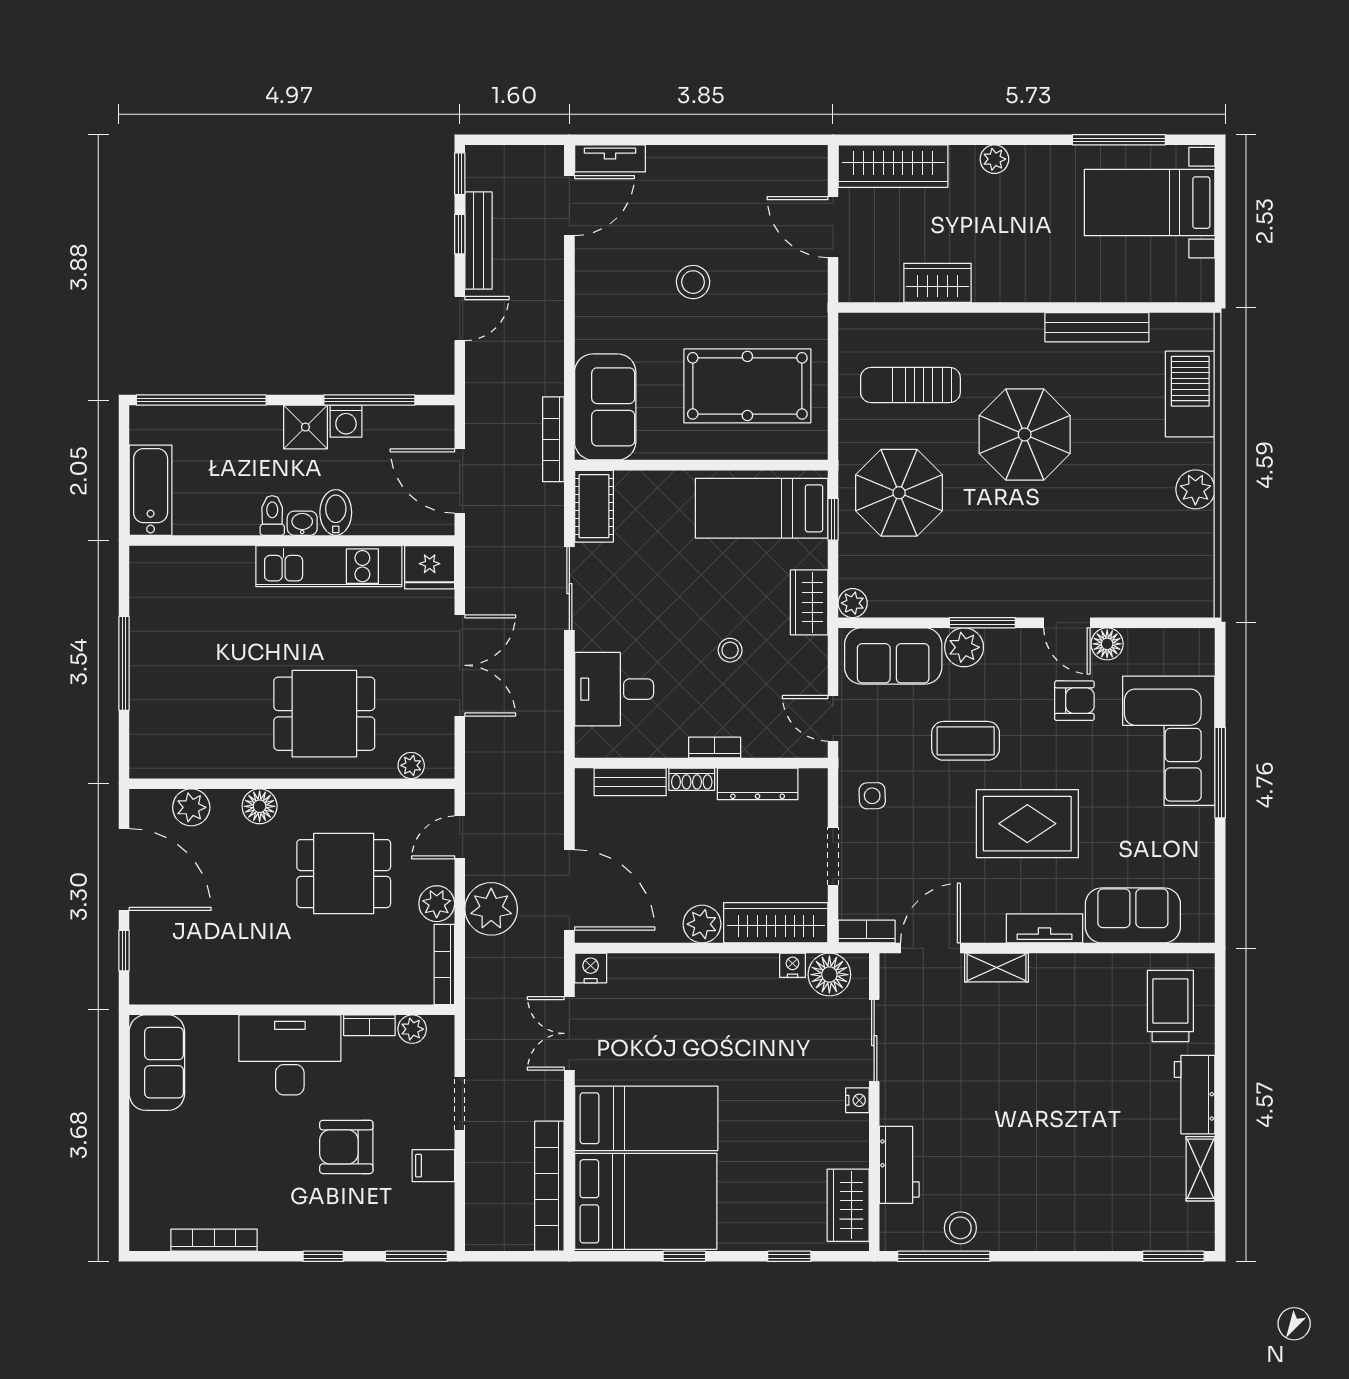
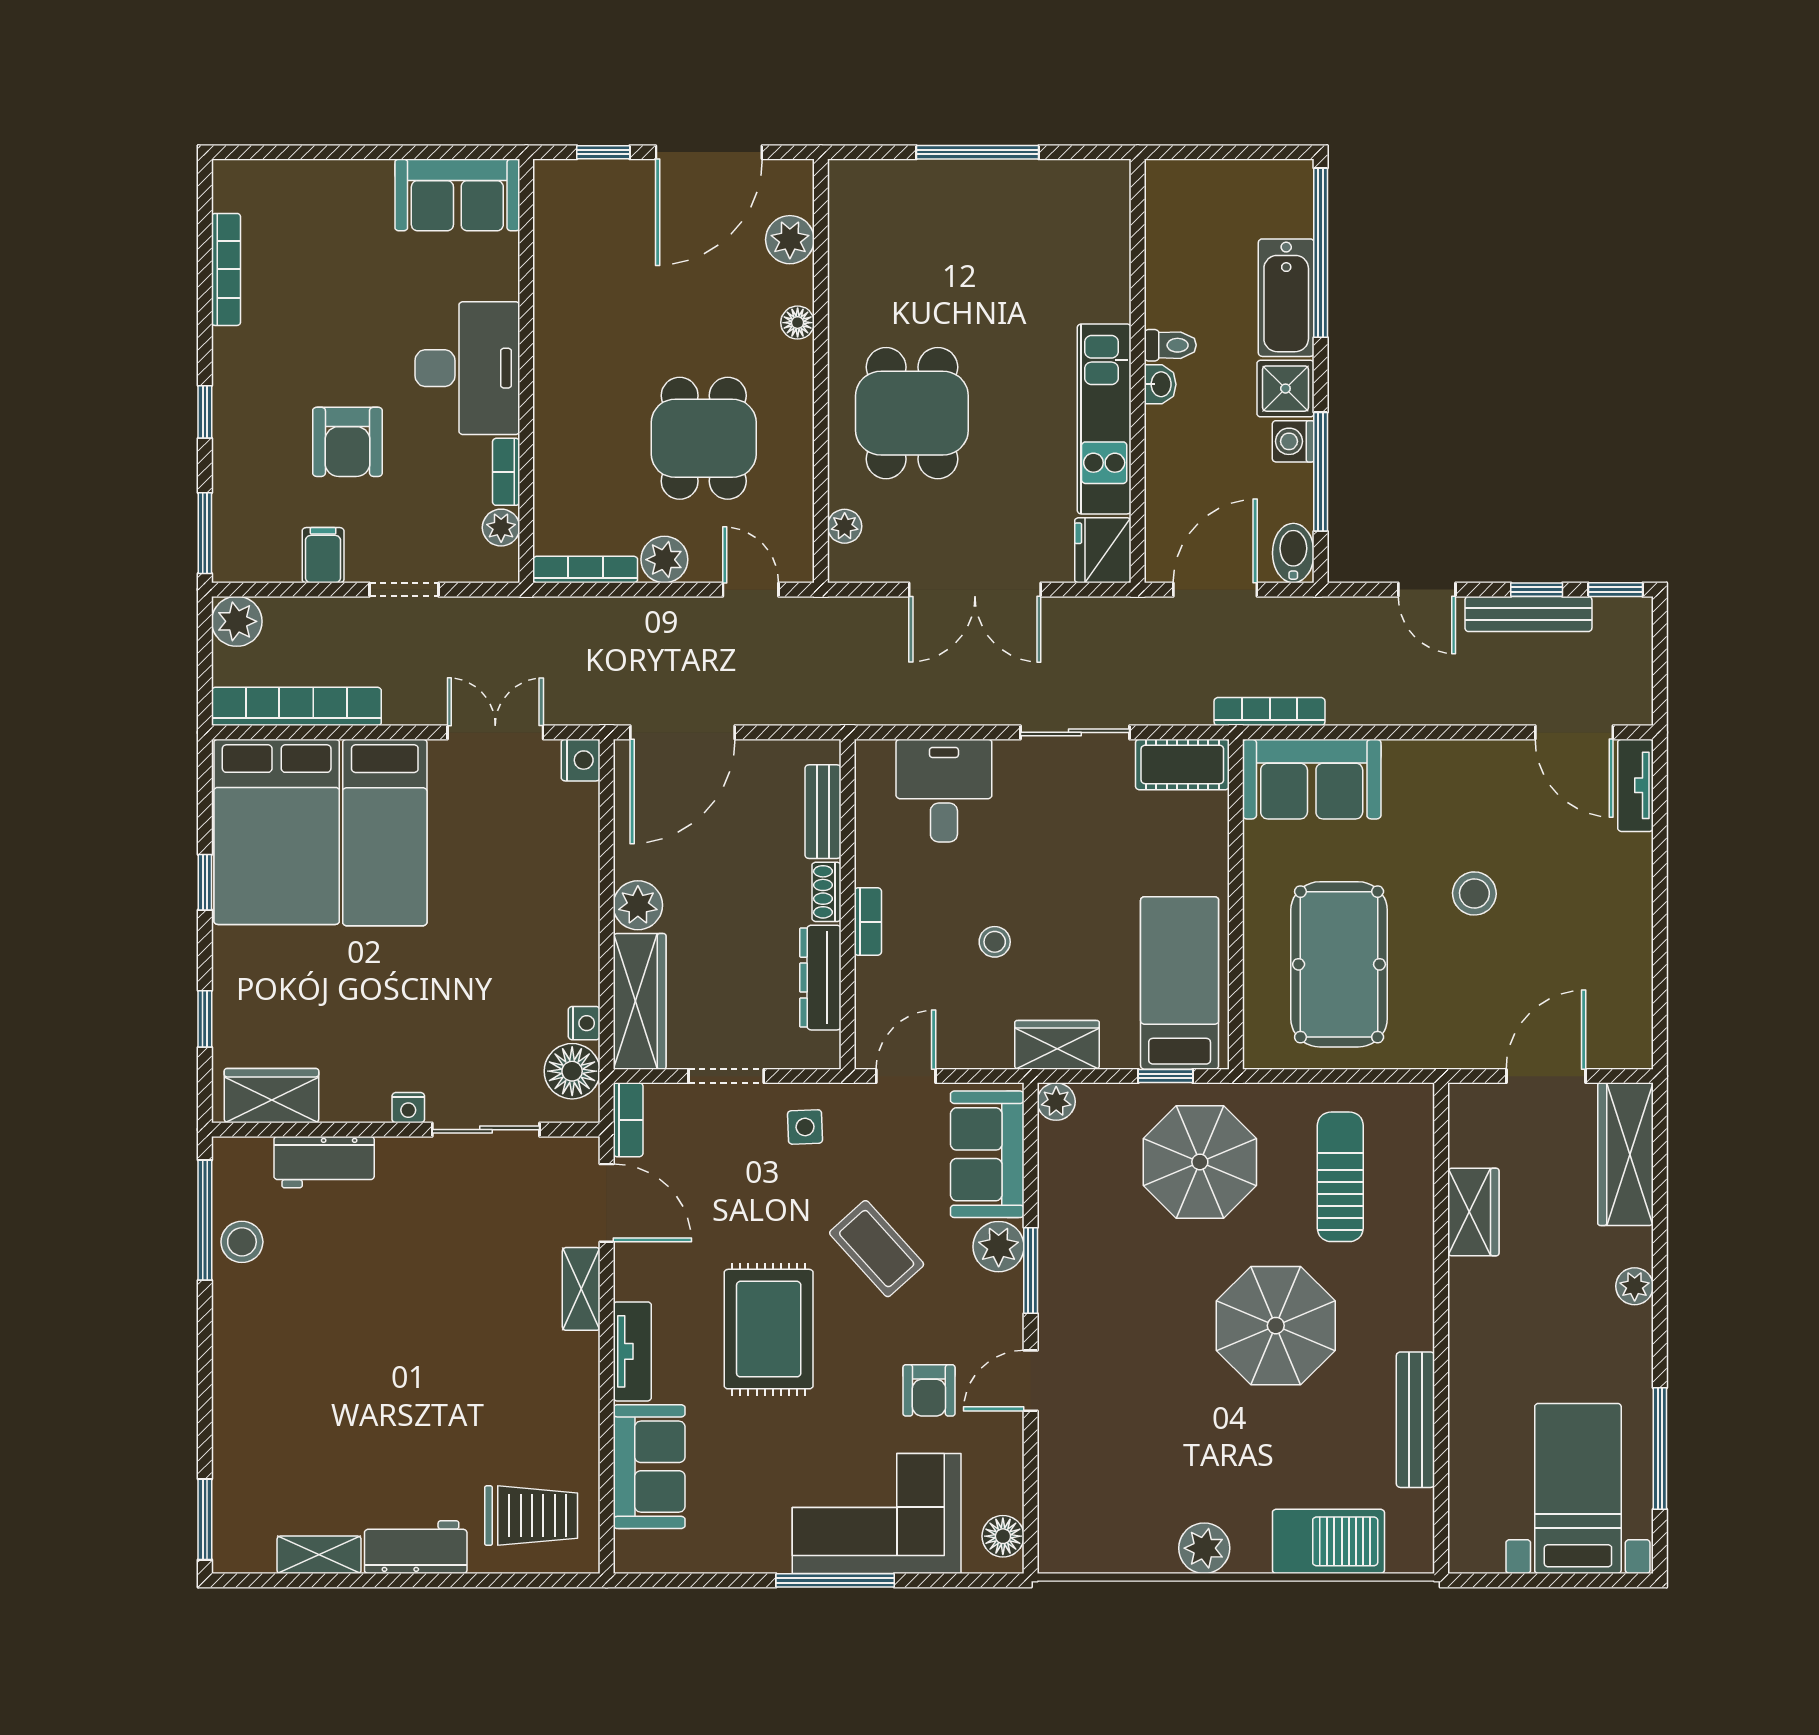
bathtub: (151, 490) -> (1286, 298), moved, turned 90
bidet: (336, 512) -> (1293, 553), moved, turned -90
floor lamp: (1107, 644) -> (1003, 1536), moved
coffee table: (966, 741) -> (877, 1249), turned -42
floor lamp: (260, 806) -> (798, 323), width x0.73, depth x0.73
plant: (491, 909) -> (237, 621), moved, width x0.73, depth x0.73
armchair: (346, 1147) -> (347, 442), turned 180

